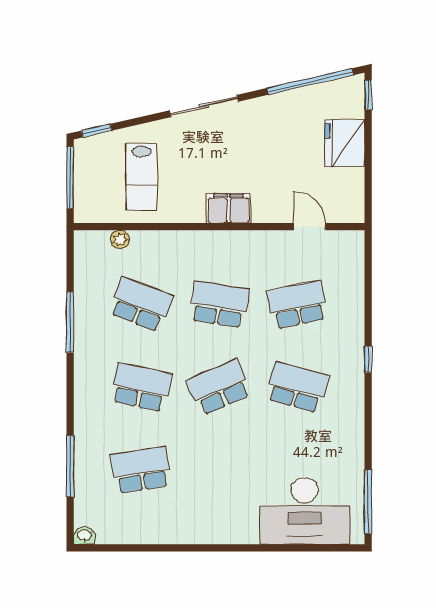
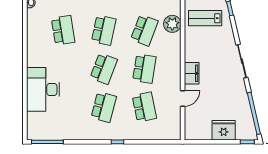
lab bench: (141, 177) -> (205, 18), moved
door: (310, 227) -> (183, 98), moved
plant: (120, 239) -> (172, 24), width x1.88, depth x1.88
school desk: (219, 387) -> (104, 69), turned 45
desk: (305, 511) -> (43, 89), moved

